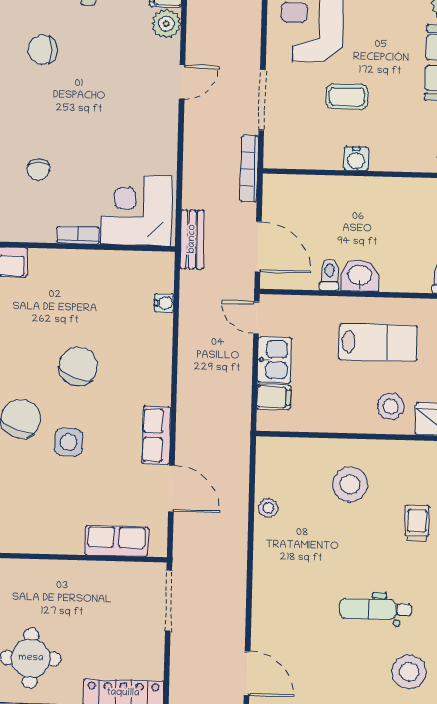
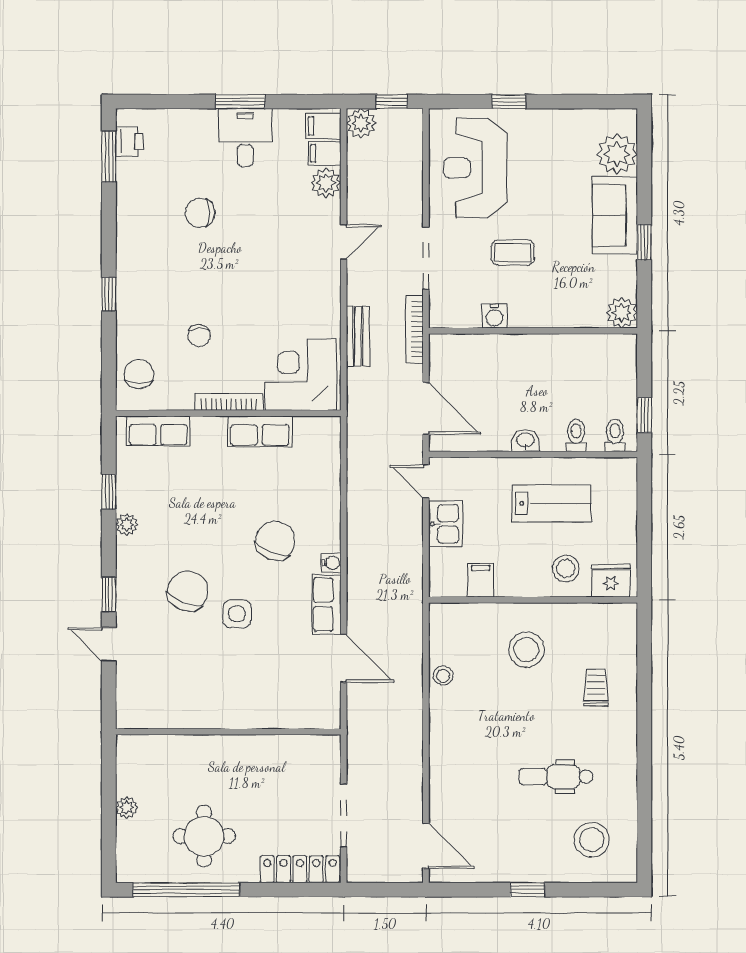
water cooler: (356, 159) -> (494, 316), moved
bookcase: (78, 235) -> (229, 402), width x1.56
bench: (192, 239) -> (358, 336), moved
toilet: (329, 275) -> (576, 435), moved
washbasin: (360, 276) -> (525, 441), width x0.72, depth x0.69
water cooler: (164, 303) -> (331, 563), moved
chair: (78, 366) -> (275, 541), moved
filing cabinet: (274, 397) -> (481, 580), moved, turned -90
row of seats: (116, 541) -> (260, 431), moved, turned 180
doorway: (169, 601) -> (344, 816), moved

